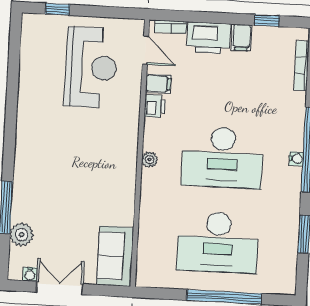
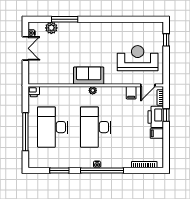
window: (267, 21) -> (166, 115), moved
reception desk: (91, 67) -> (138, 58), turned 180
printer: (155, 106) -> (34, 92), moved
sofa: (115, 256) -> (89, 76), moved

